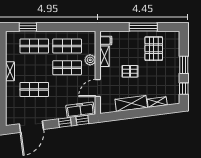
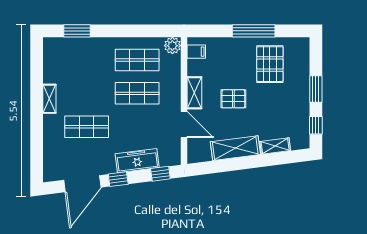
shop shelf: (34, 46) -> (87, 60), removed
shelving: (104, 56) -> (194, 93), moved
plant: (90, 60) -> (172, 46), moved
door: (98, 88) -> (184, 125), swing flipped
freezer: (80, 110) -> (137, 161), moved
window: (65, 122) -> (118, 179), moved

